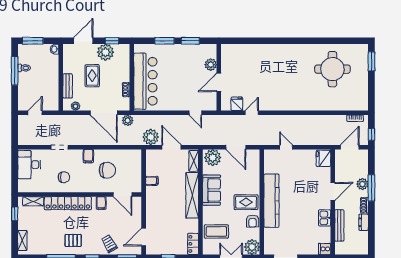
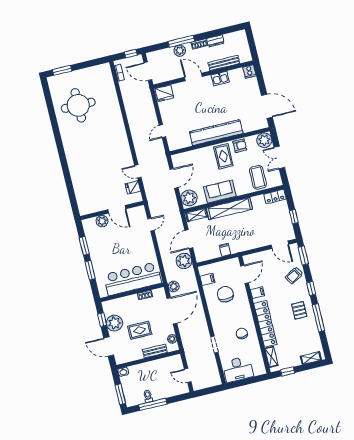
filing cabinet: (88, 156) -> (207, 279), moved

